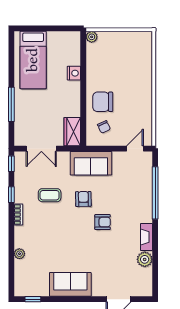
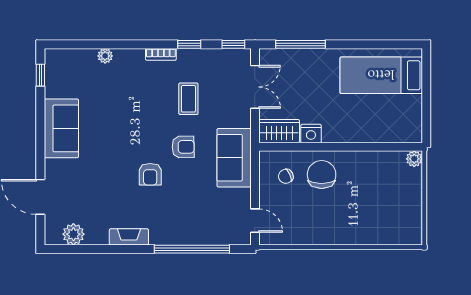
nightstand: (74, 73) -> (311, 134), moved
window: (11, 104) -> (301, 44), moved
double door: (41, 149) -> (255, 87), swing flipped
plant: (145, 259) -> (73, 234), moved

